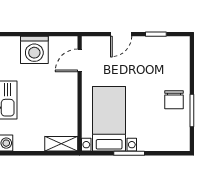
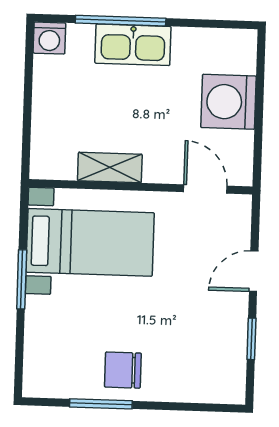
door: (121, 34) -> (254, 271), hinge flipped
shelving: (61, 144) -> (110, 167), moved, turned 90

